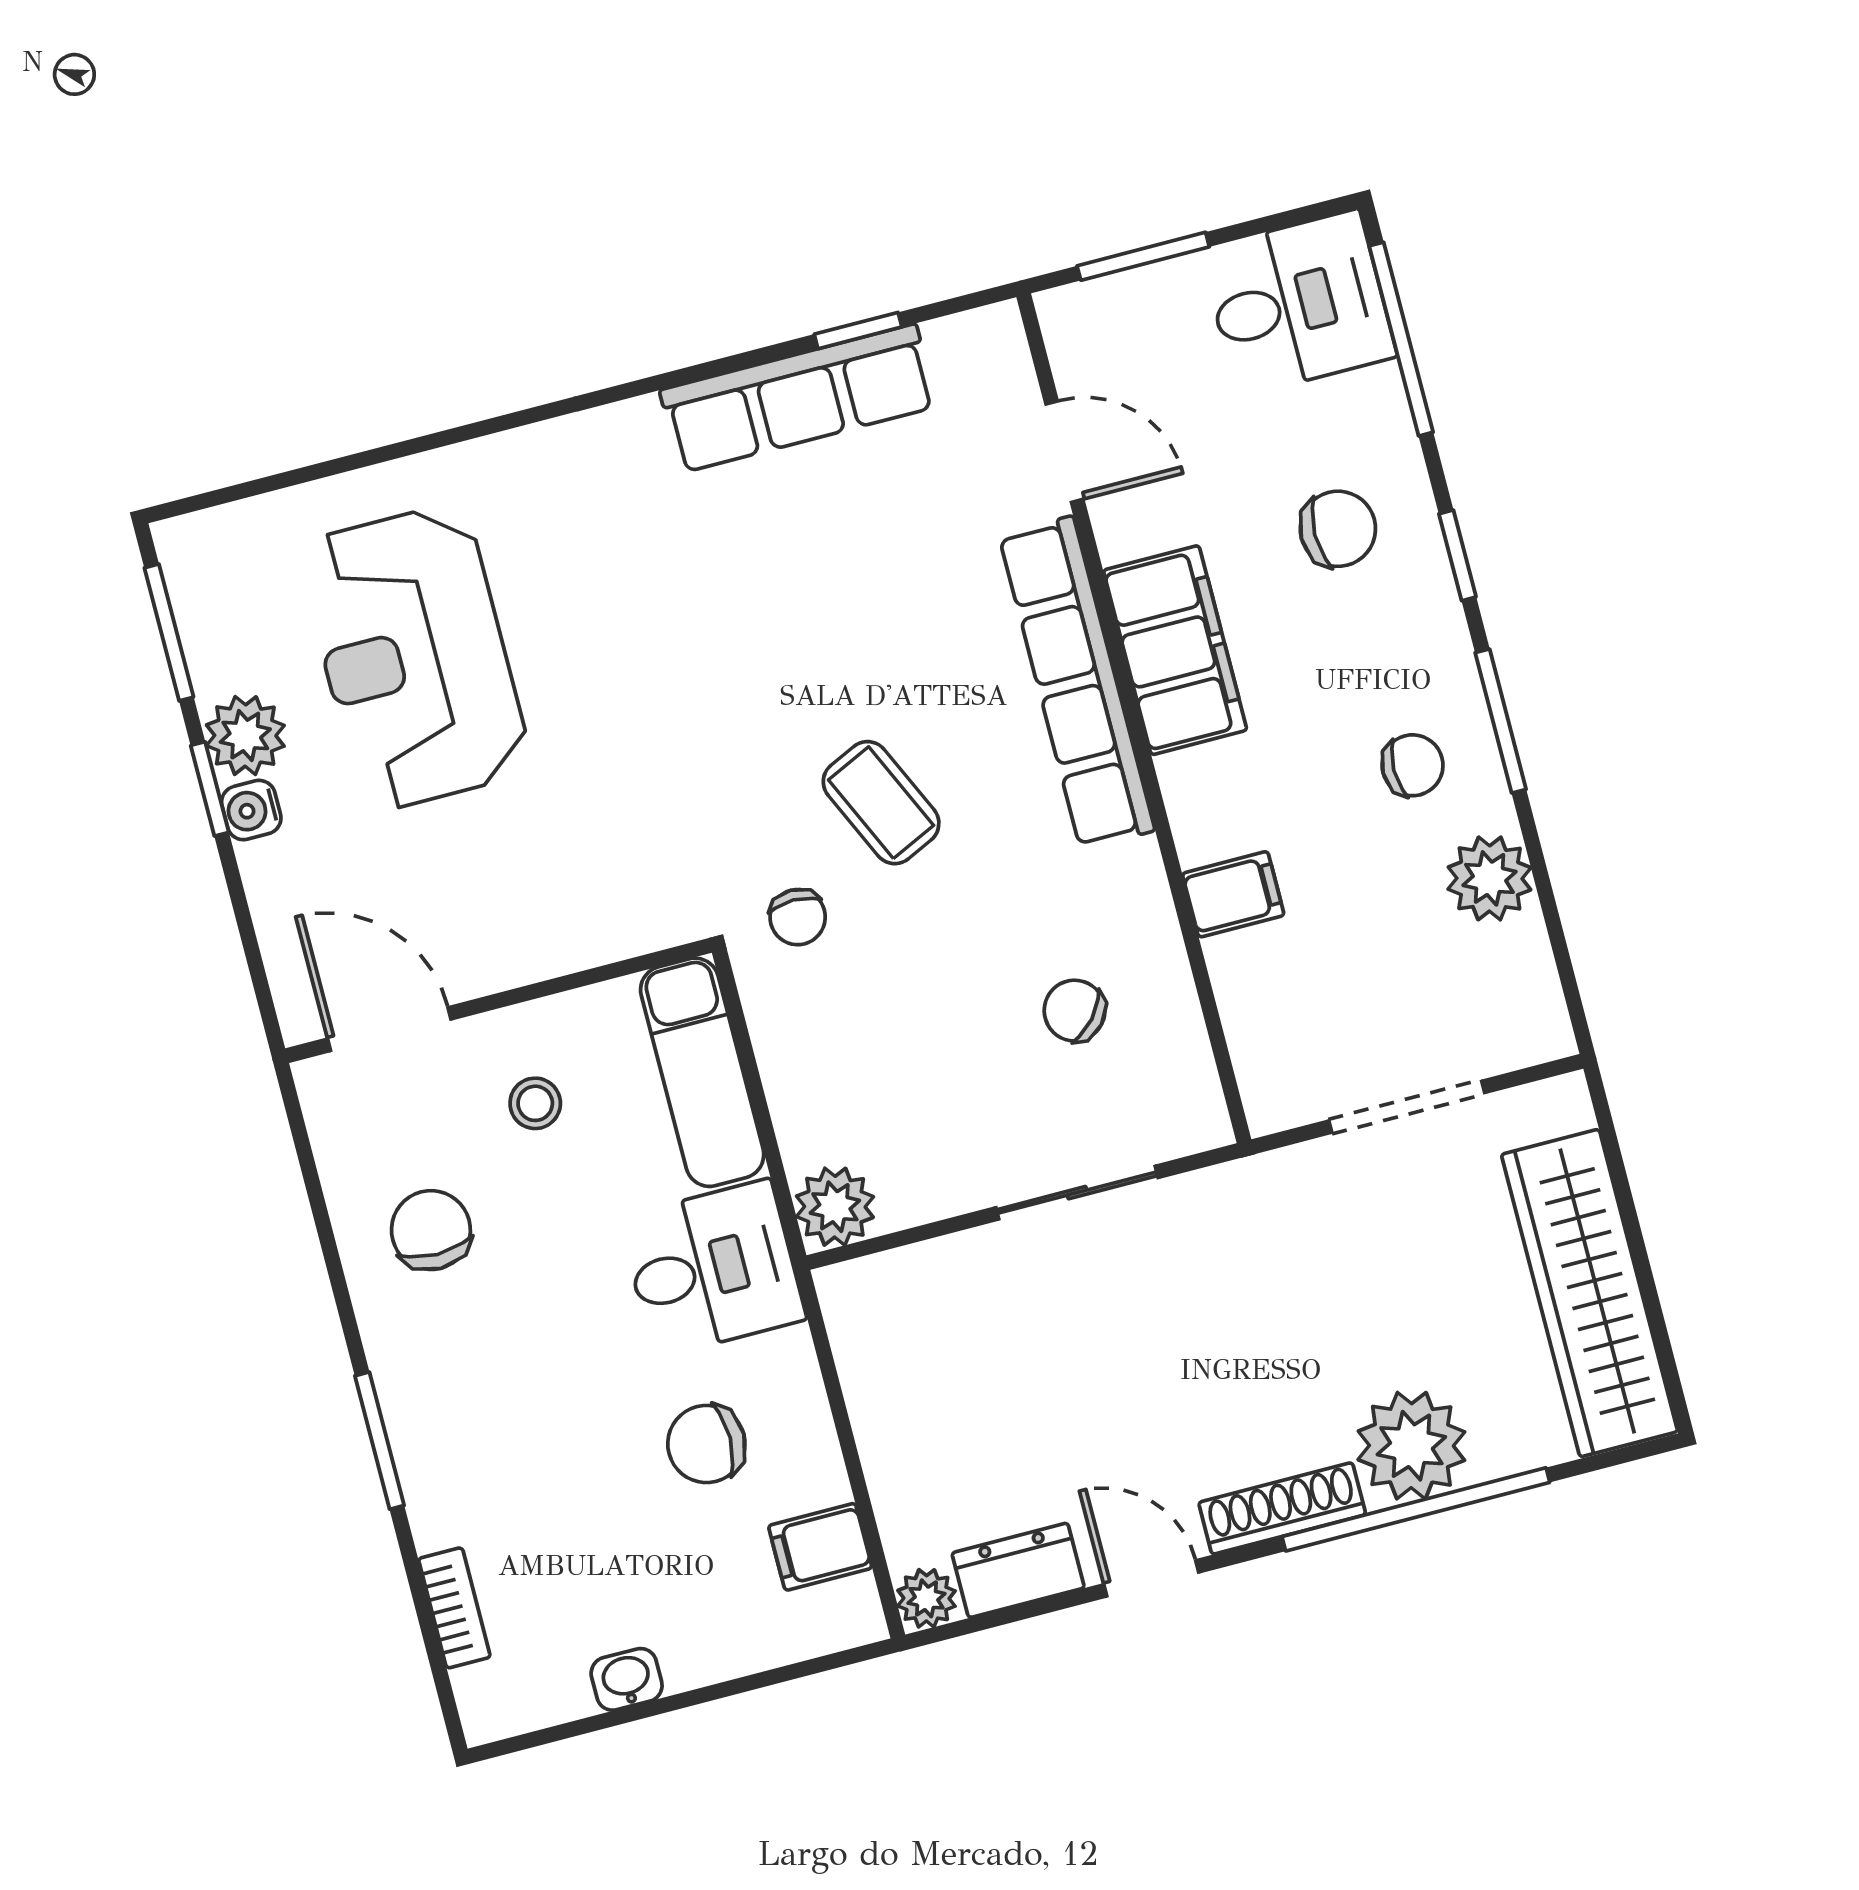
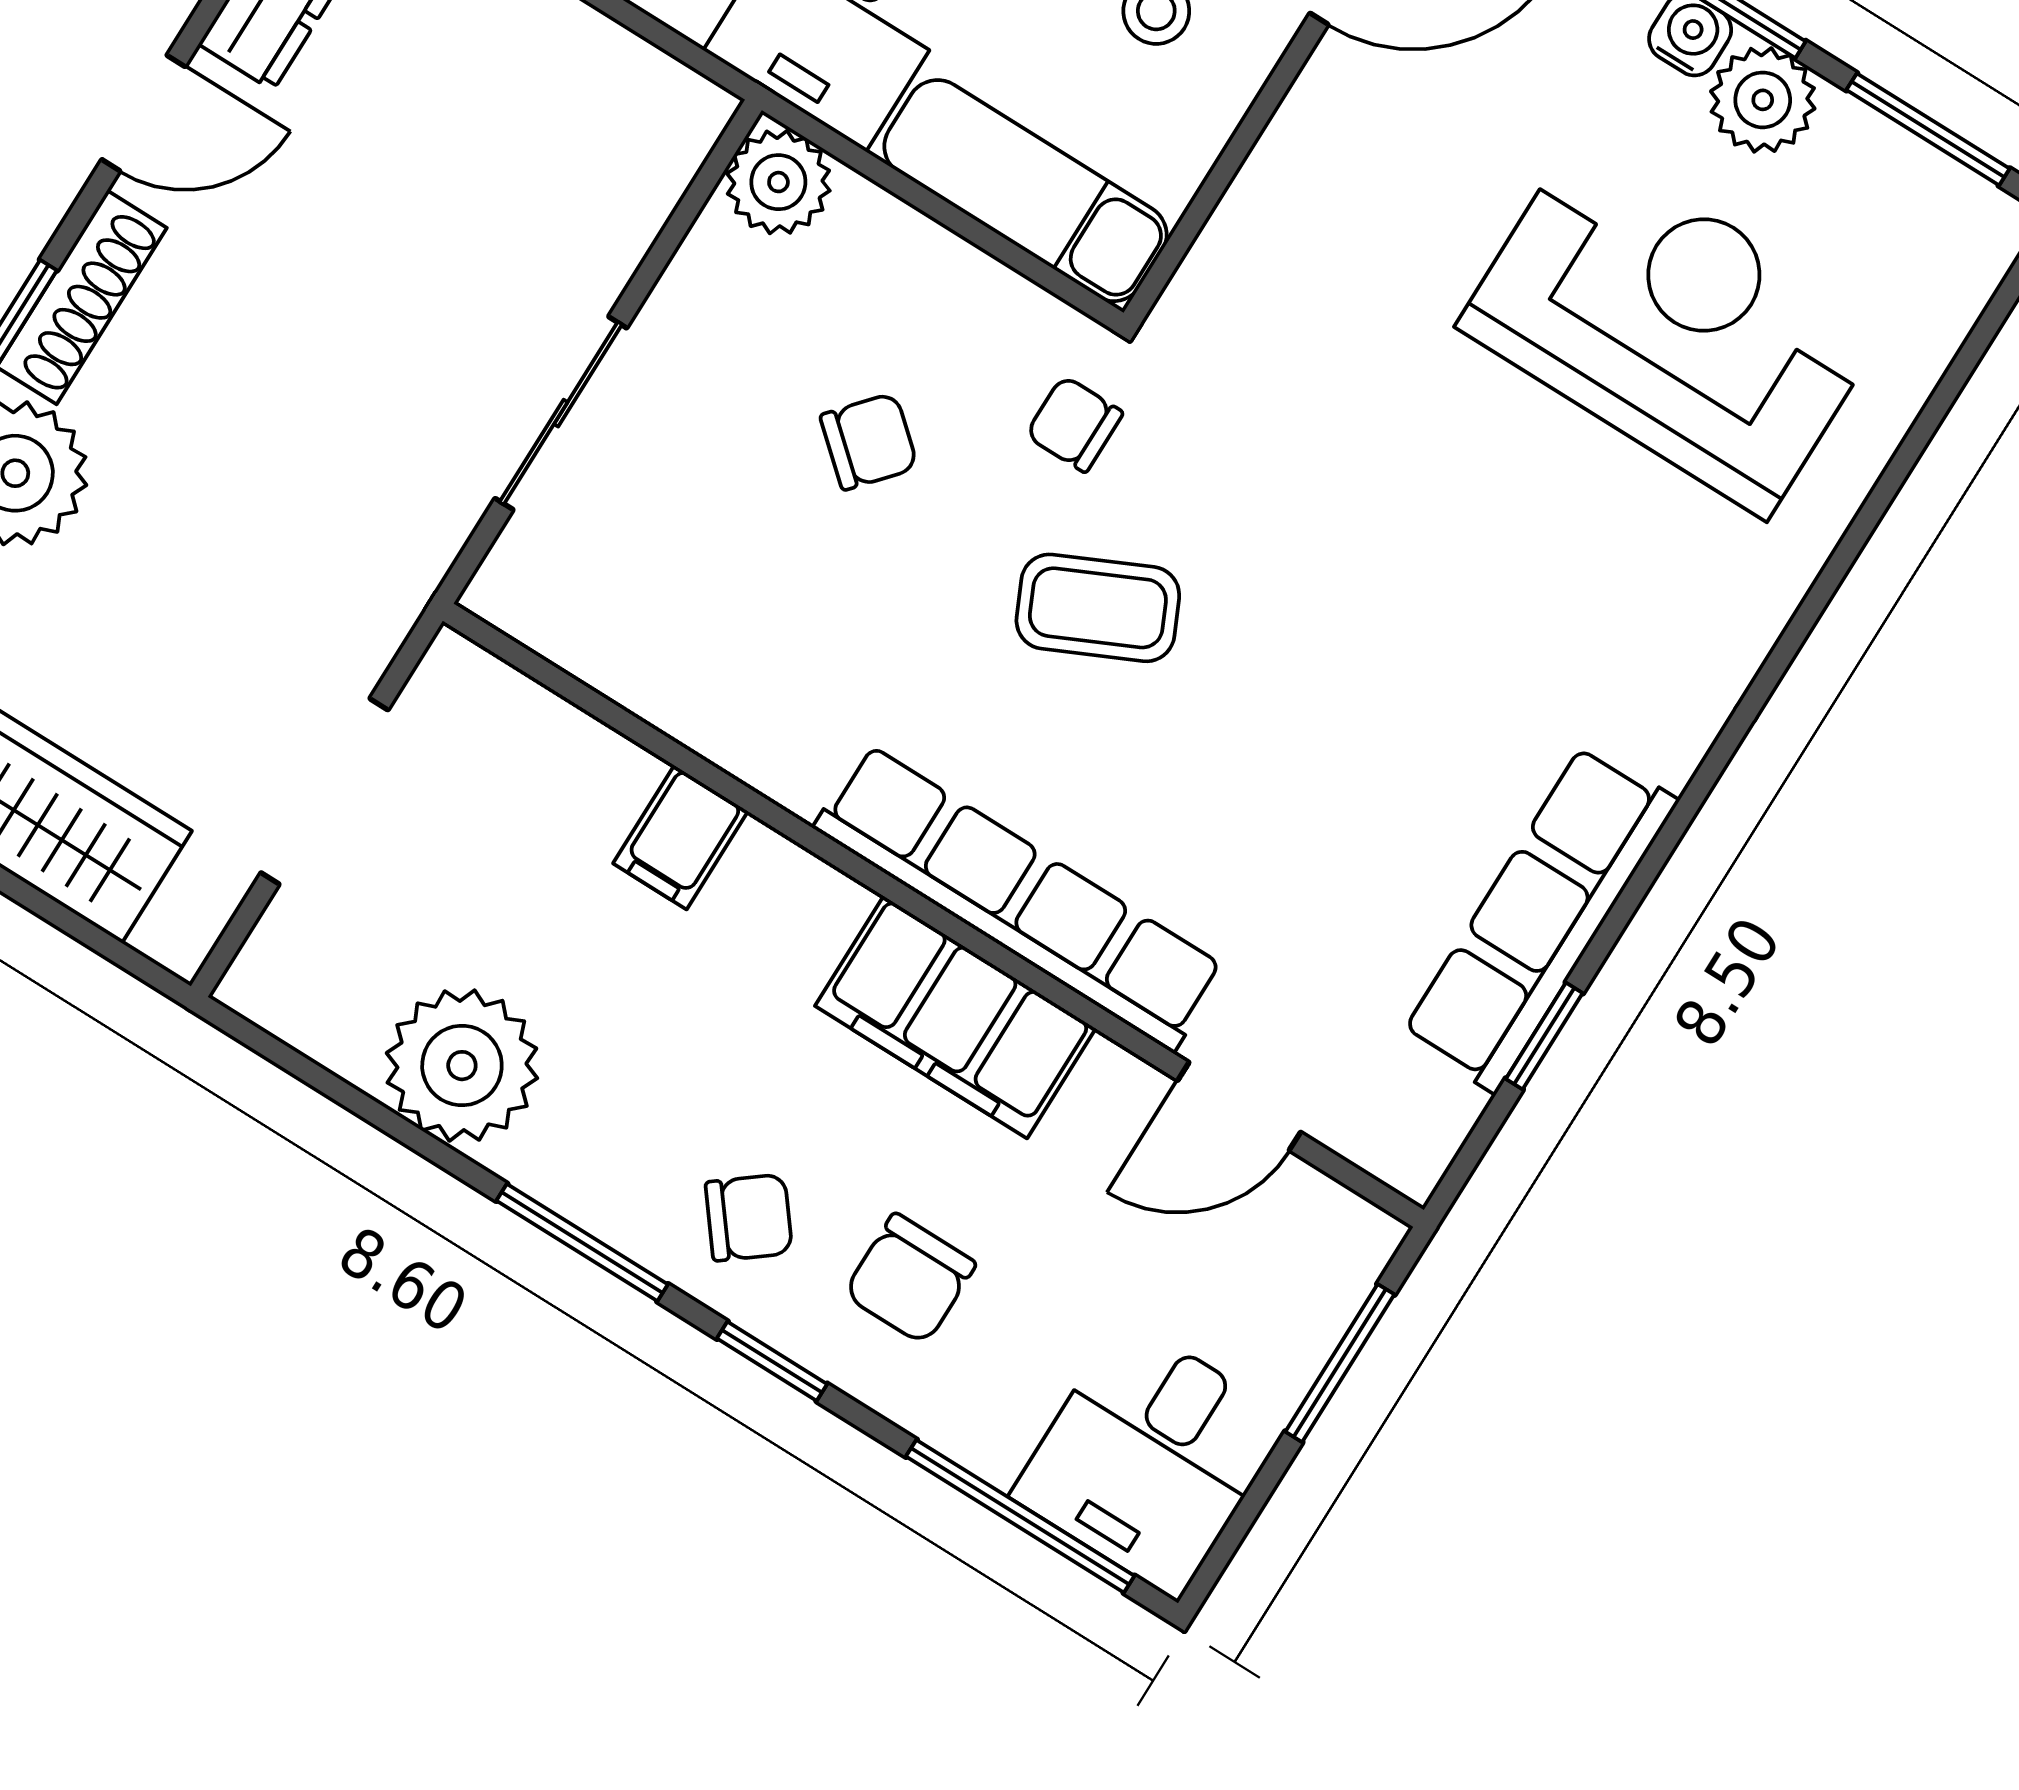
chair: (1413, 765) -> (749, 1218), moved, turned -128
plant: (1489, 878) -> (462, 1066), width x1.36, depth x1.36
chair: (1075, 1011) -> (869, 441), moved

